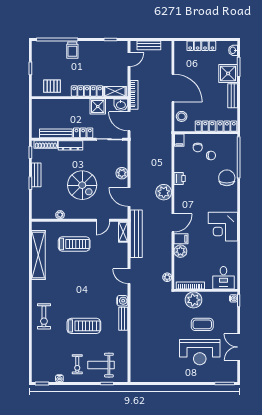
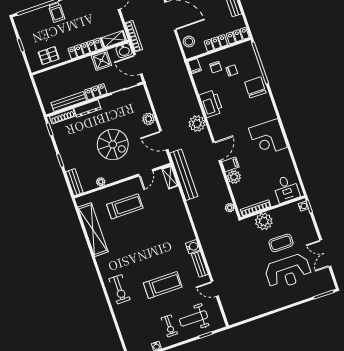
bench: (36, 175) -> (74, 182), moved
printer: (180, 179) -> (211, 104), width x1.87, depth x1.48
door: (129, 276) -> (215, 289), moved

